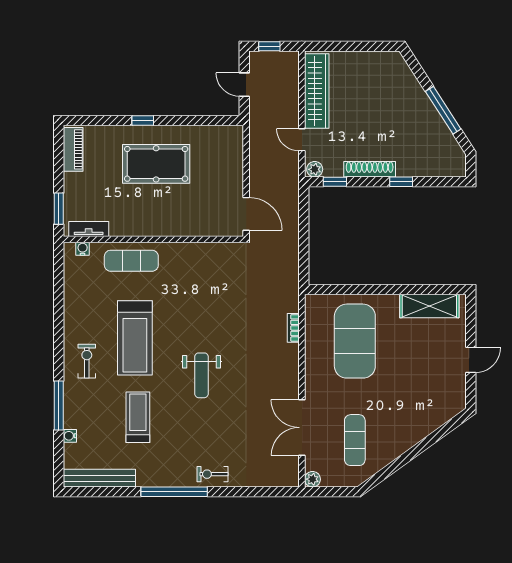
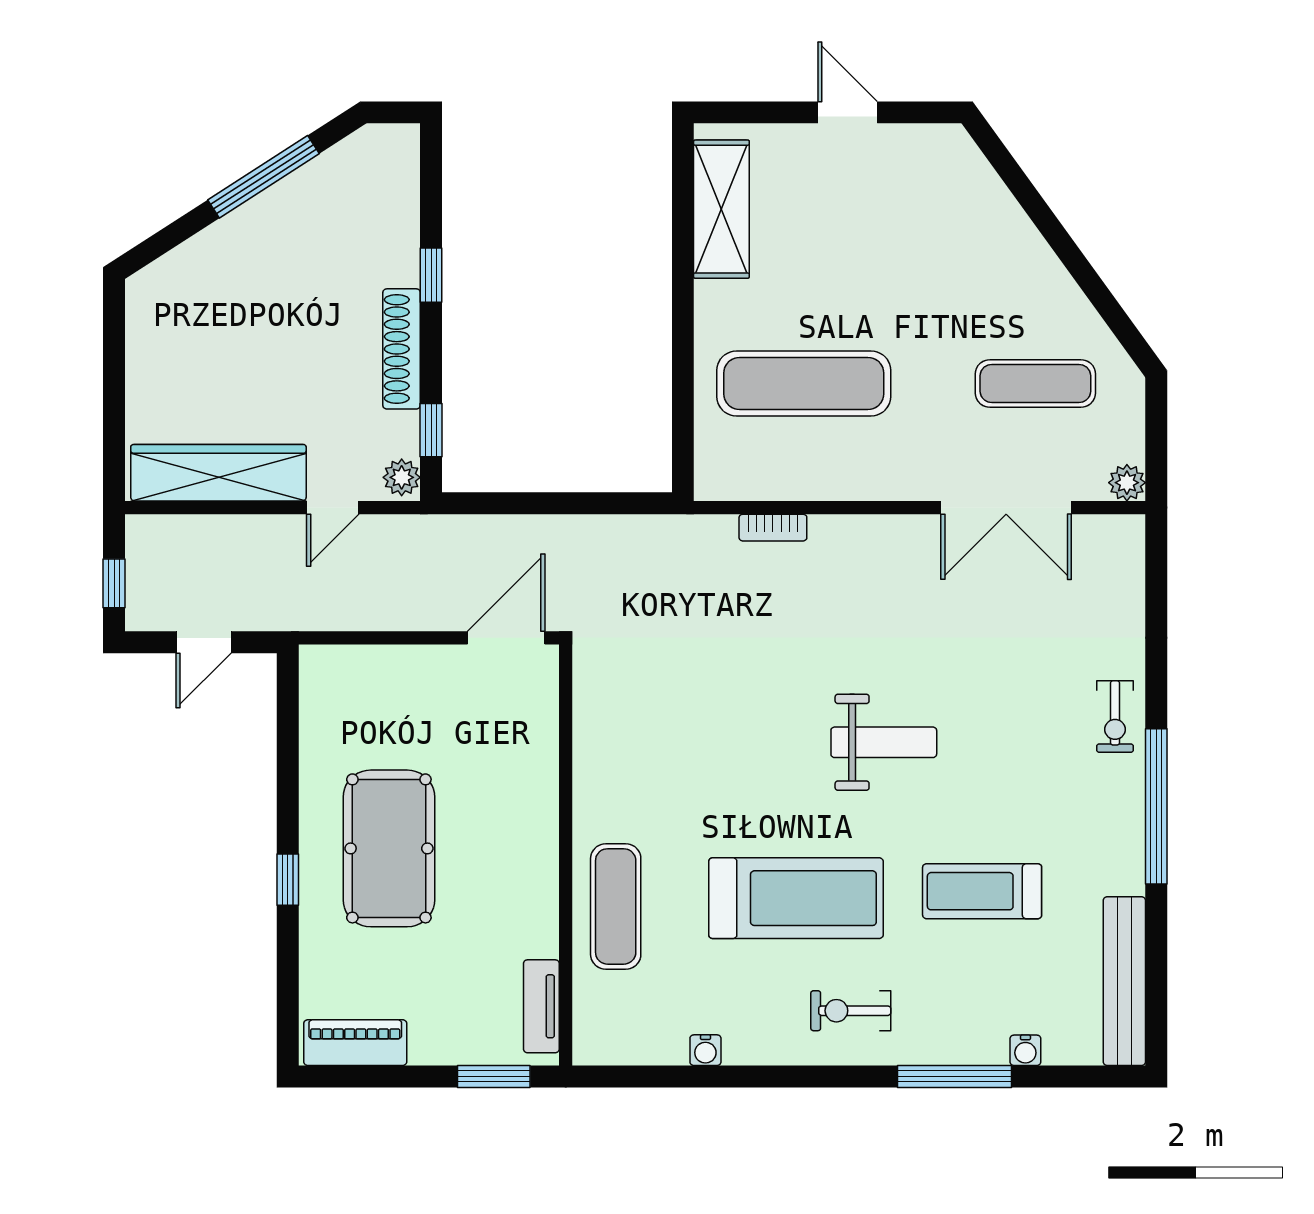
water cooler: (83, 249) -> (705, 1050), moved, turned -90
exercise mat: (355, 341) -> (804, 383), width x0.68

